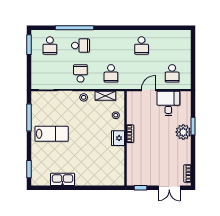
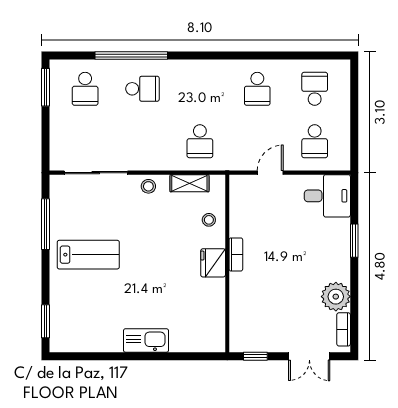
school desk: (80, 73) -> (315, 89), moved
desk: (168, 103) -> (327, 196), moved, turned 90
plant: (183, 132) -> (336, 297), moved
kitchen sink: (62, 179) -> (146, 340), moved

